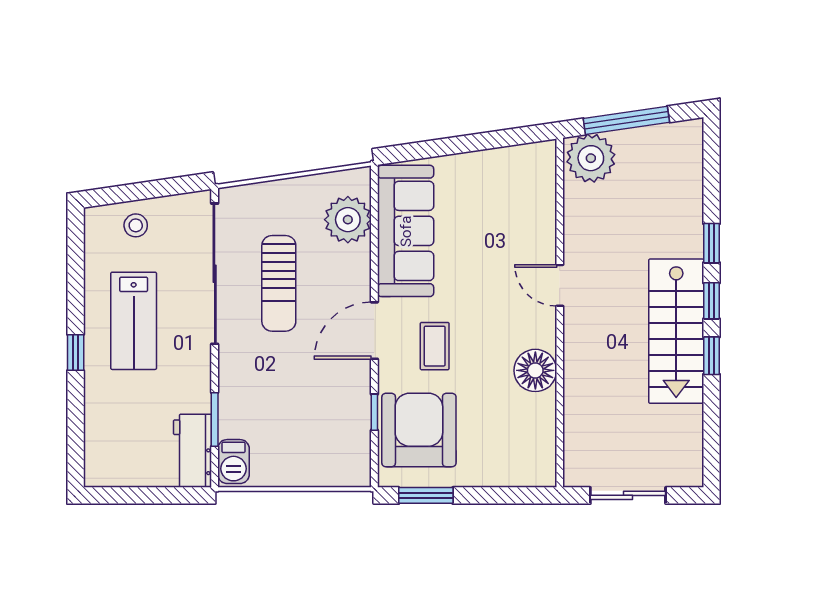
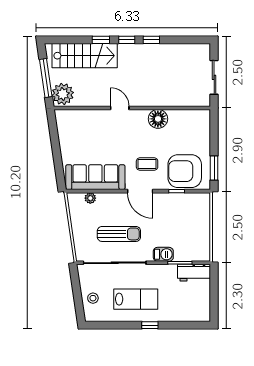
plant: (348, 220) -> (90, 198), width x0.53, depth x0.53
door: (560, 285) -> (120, 108), swing flipped
stairs: (676, 331) -> (85, 56), moved
barbecue: (234, 462) -> (163, 254), moved

